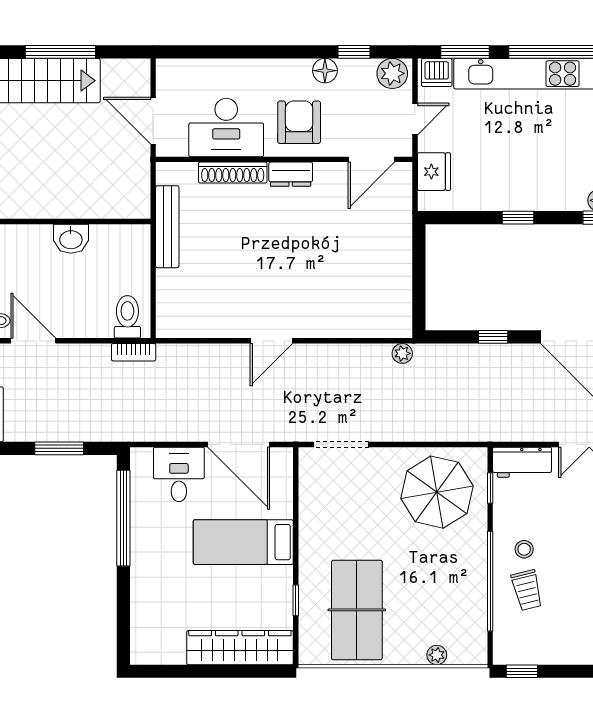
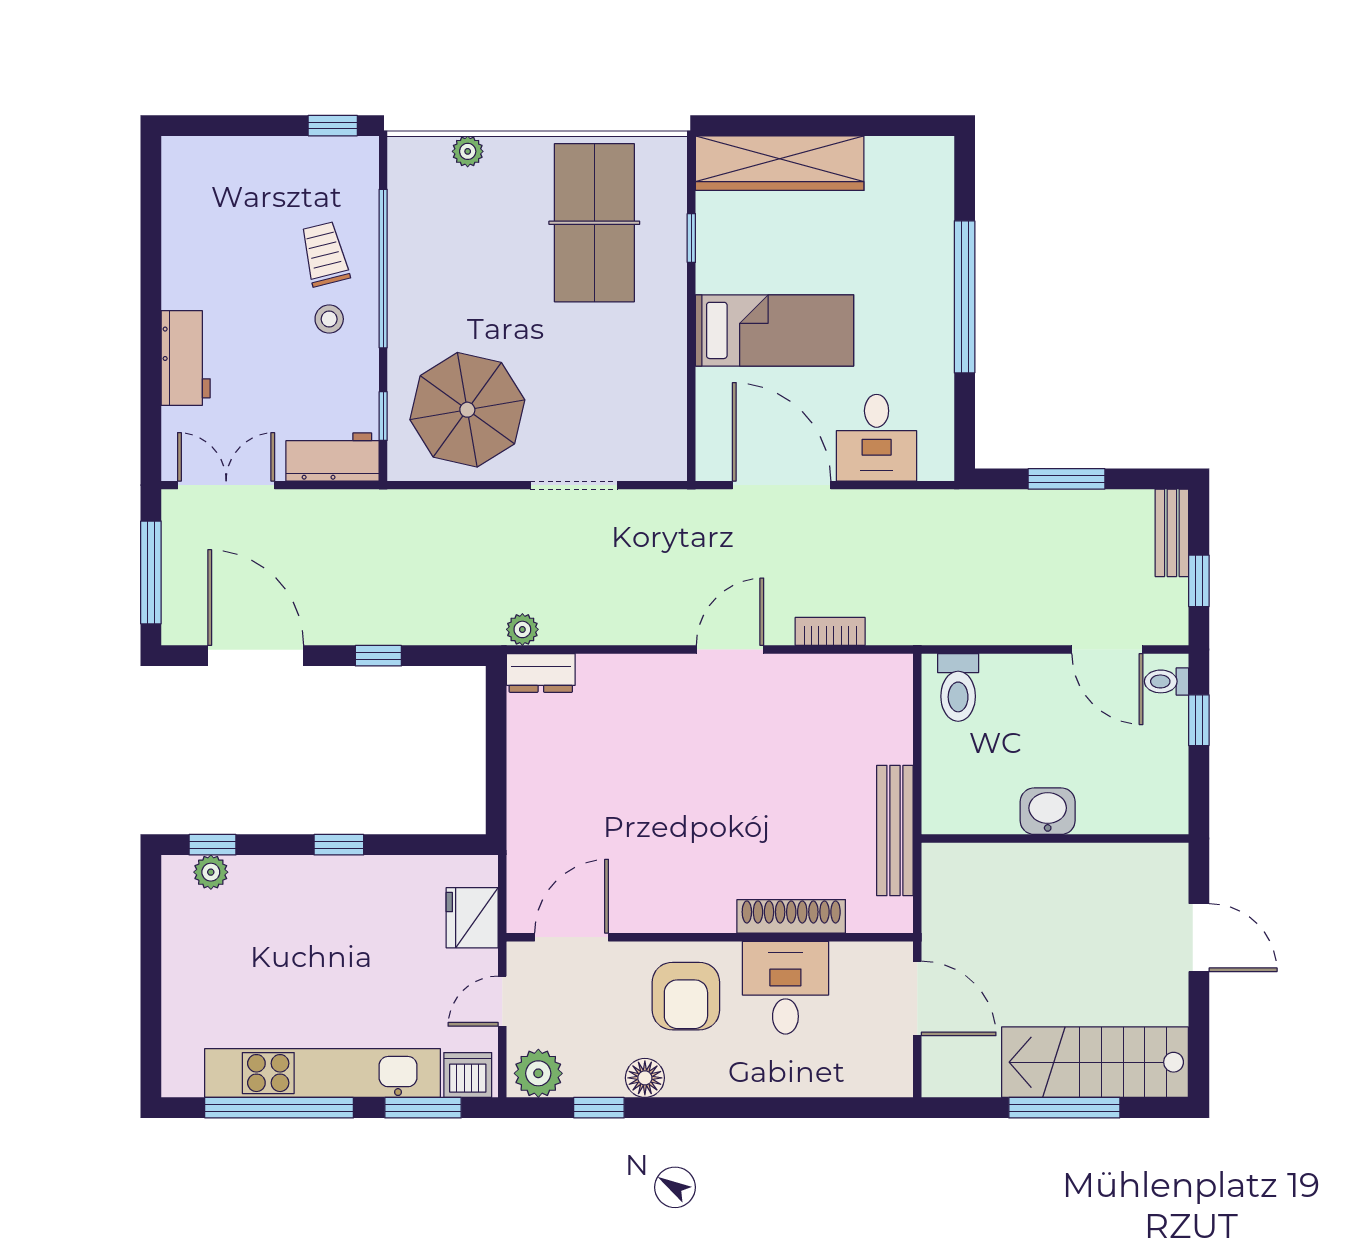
desk: (226, 128) -> (785, 988), width x0.73
dresser: (291, 174) -> (541, 673), moved, turned 180
bookcase: (134, 352) -> (830, 631), moved
doorway: (341, 444) -> (574, 485), moved
window: (123, 518) -> (965, 297), moved

